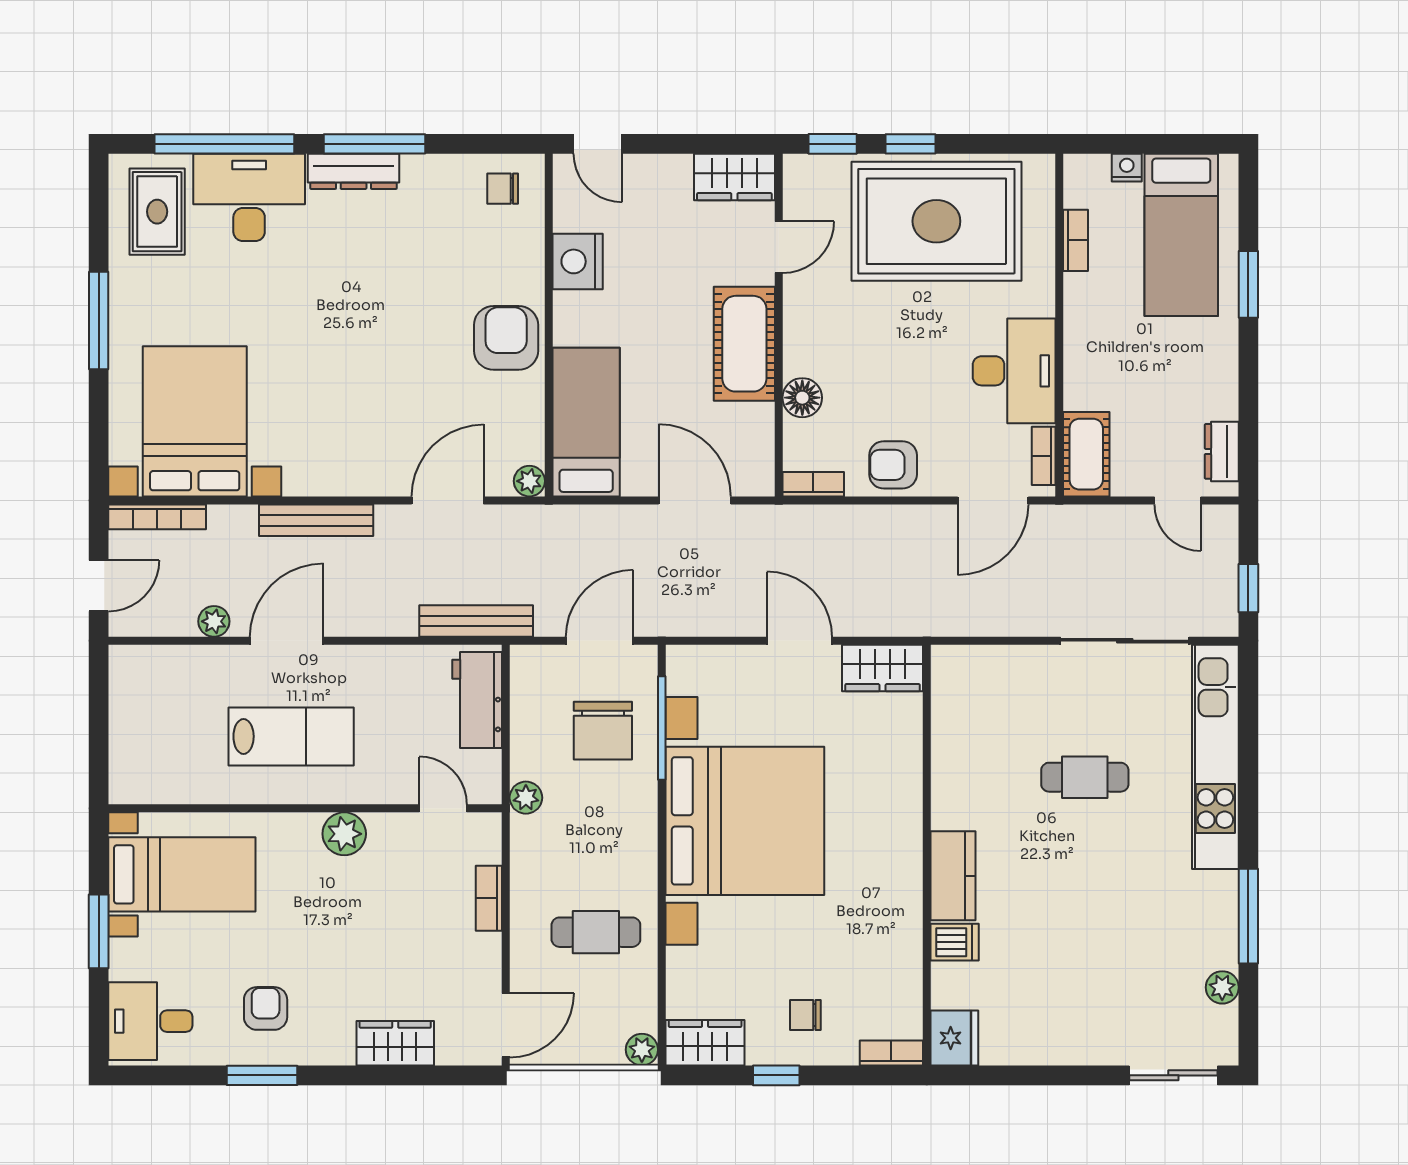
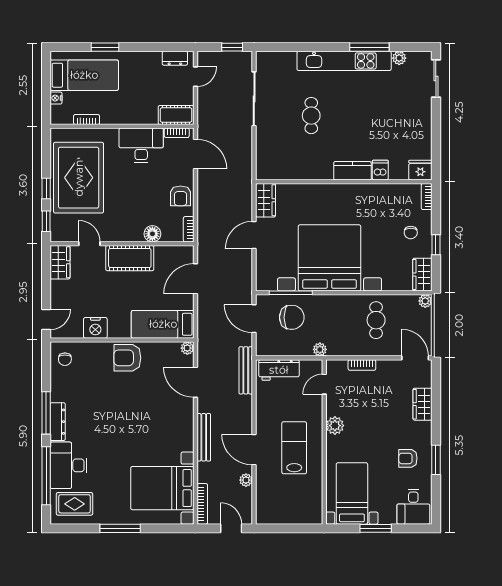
kitchen unit: (1215, 757) -> (344, 61), moved

